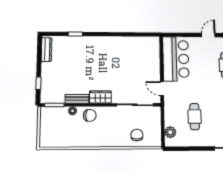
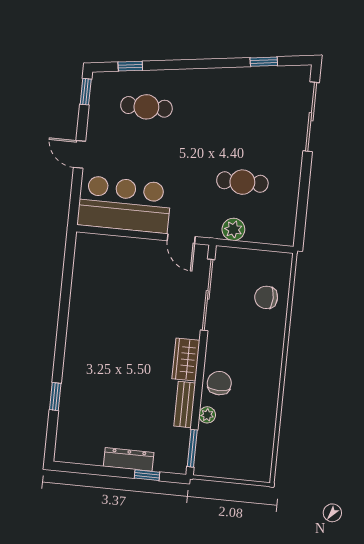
door: (208, 35) -> (79, 154), moved
dresser: (47, 50) -> (129, 459), moved
door: (162, 89) -> (181, 239), hinge flipped
plant: (170, 132) -> (233, 229), moved

